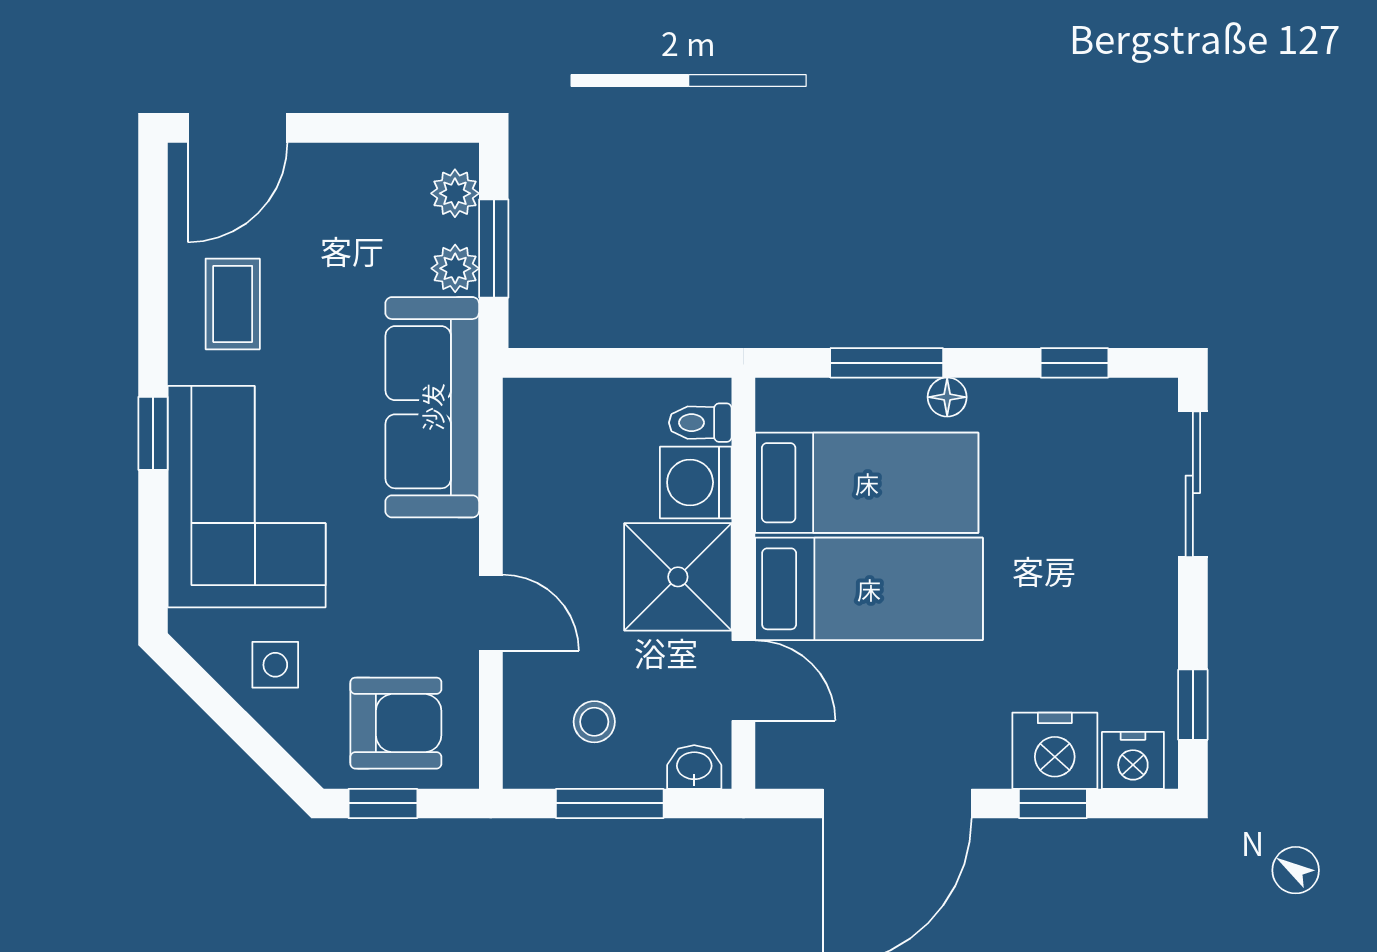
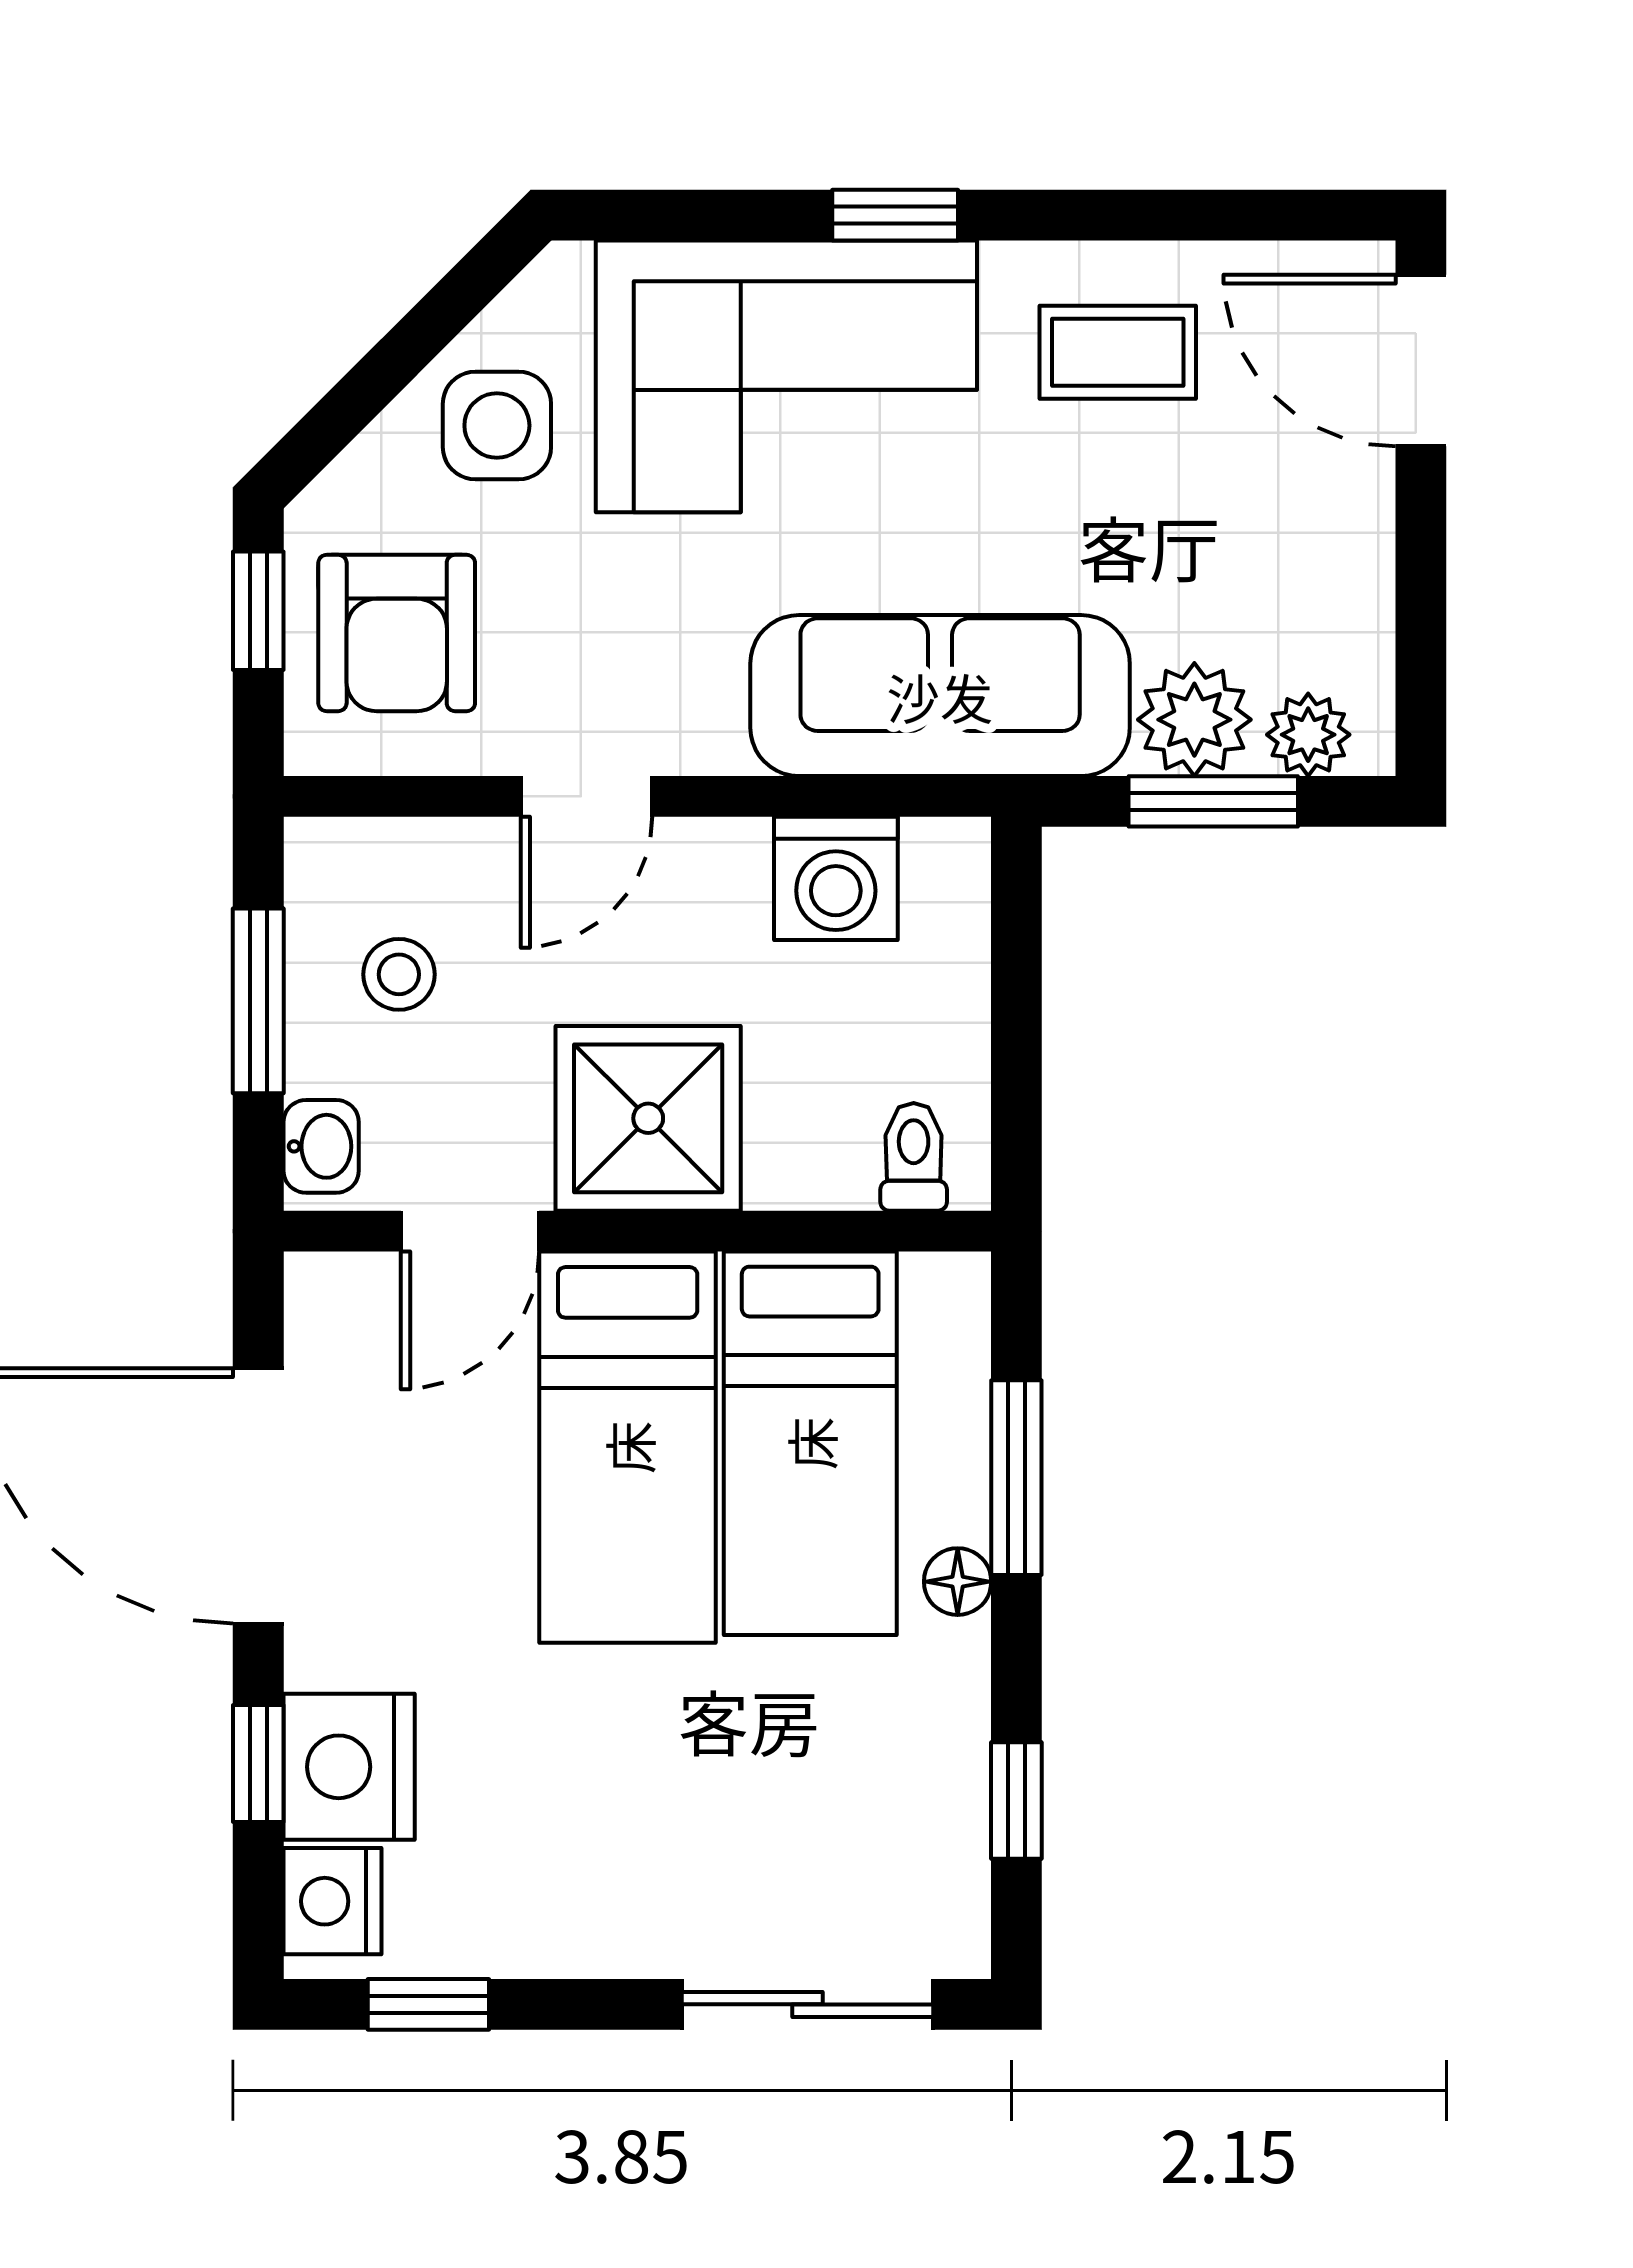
plant: (455, 268) -> (1194, 720), width x1.38, depth x1.38
washing machine: (696, 482) -> (836, 878), moved, turned 180
side table: (275, 665) -> (497, 426), width x1.37, depth x1.37

